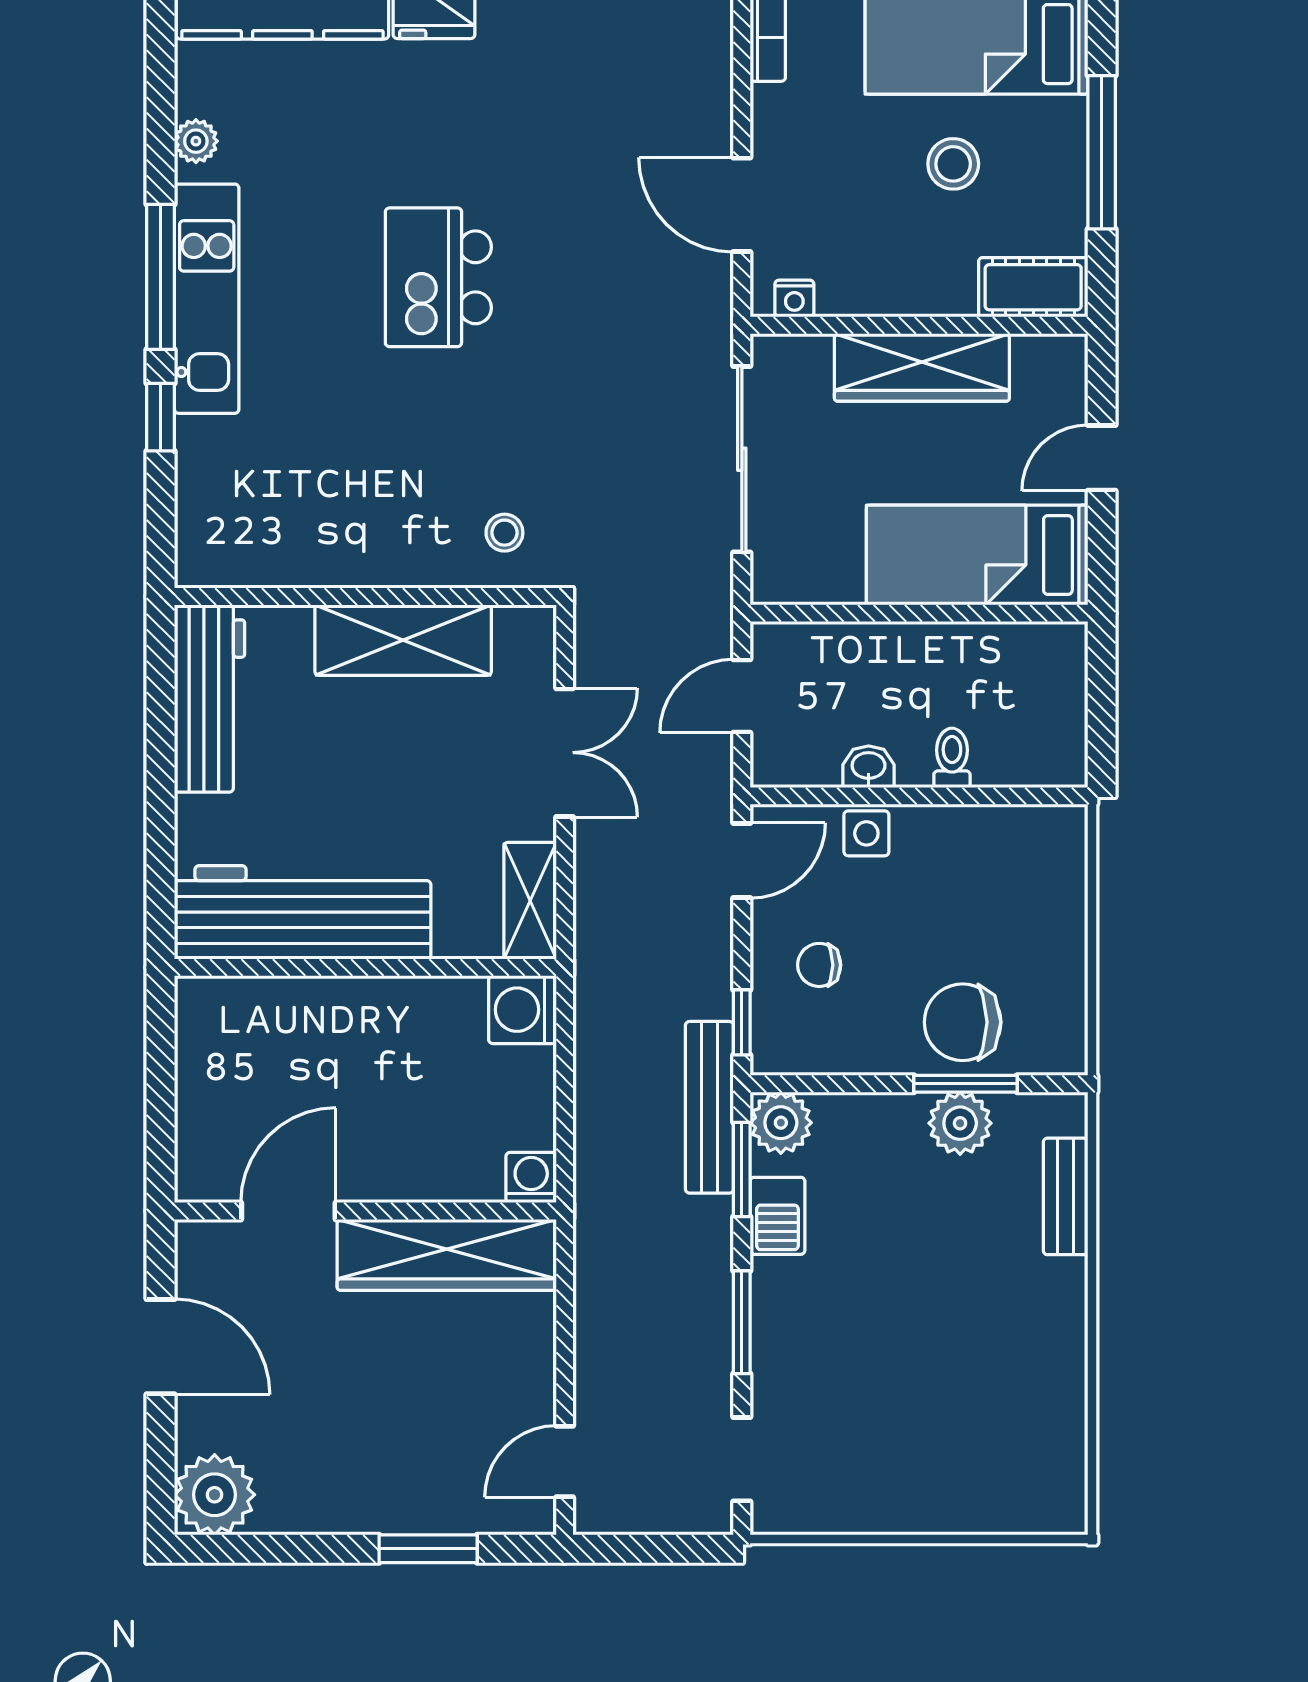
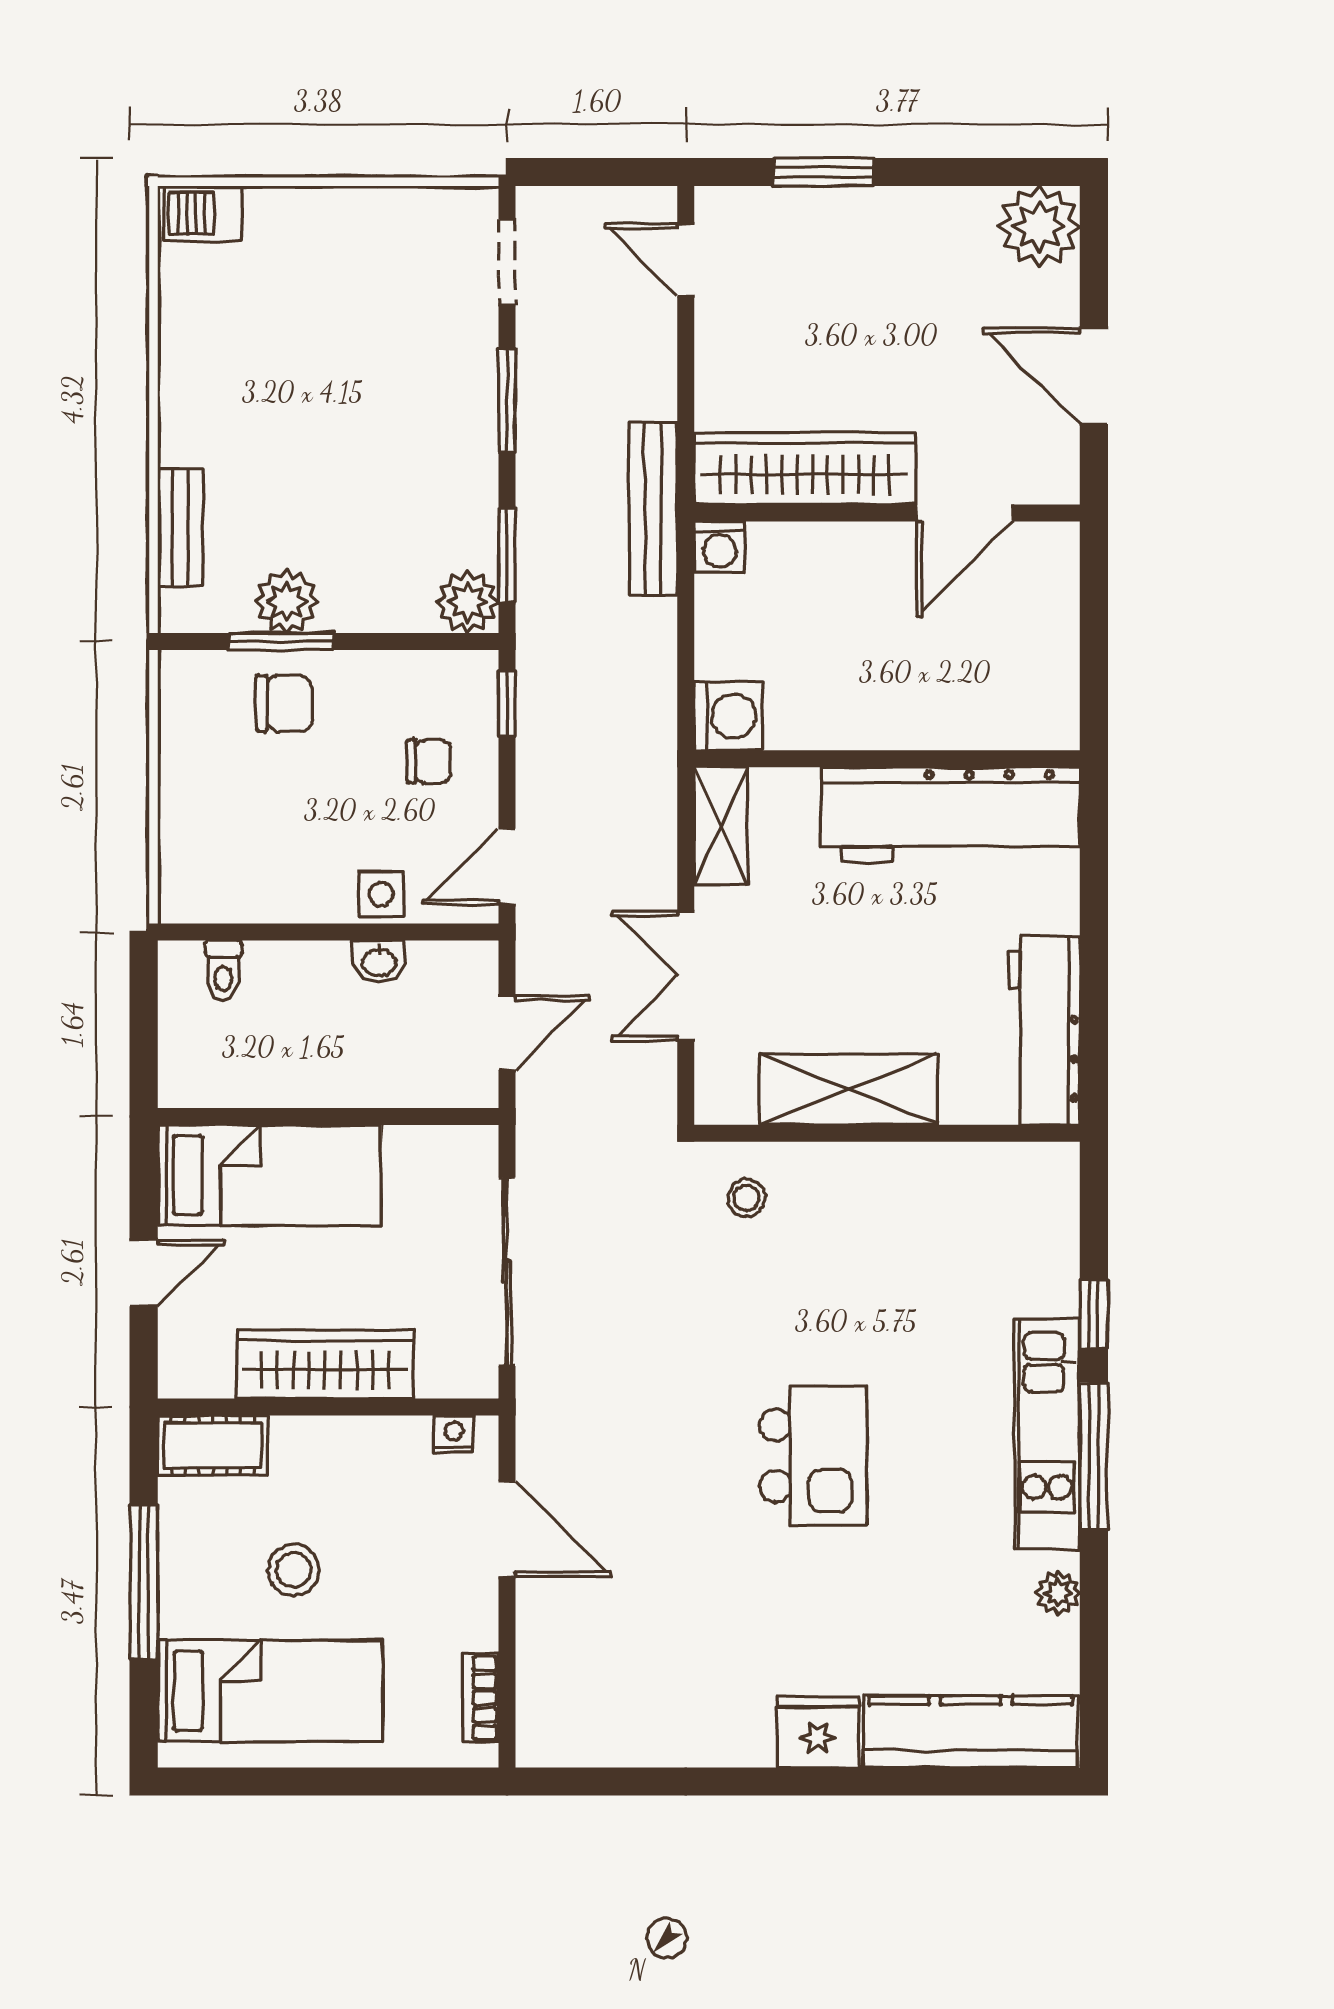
toilet: (952, 758) -> (223, 970), moved
chair: (963, 1022) -> (284, 703), width x0.73, depth x0.73
bench: (709, 1107) -> (653, 509), moved
barbecue: (777, 1216) -> (203, 214), moved, turned -90
door: (565, 1461) -> (686, 260), swing flipped

